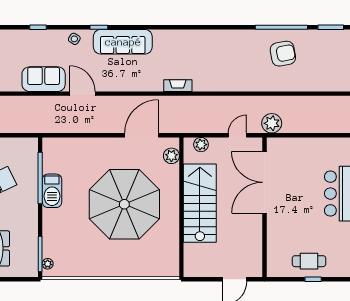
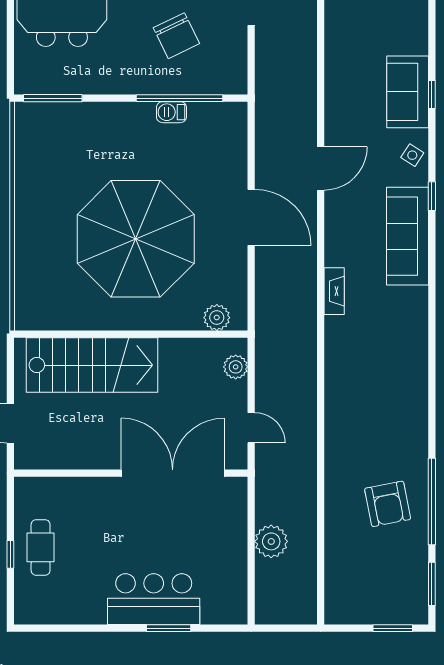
sofa: (44, 79) -> (408, 92), moved, turned 180
fireplace: (178, 86) -> (334, 291), moved
plant: (272, 123) -> (271, 541), moved
door: (142, 135) -> (251, 217), moved
barbecue: (52, 191) -> (171, 112), width x0.53, depth x0.65
stairs: (200, 203) -> (92, 365), moved
plant: (48, 264) -> (36, 111), removed

